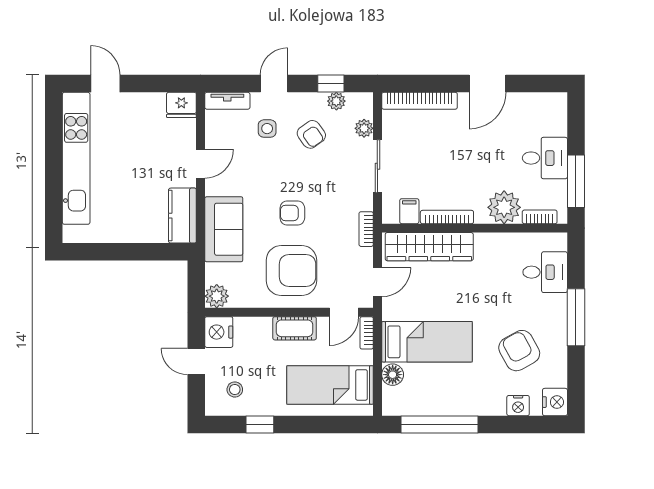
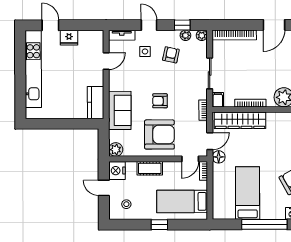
door: (274, 84) -> (149, 25), hinge flipped
fridge: (181, 105) -> (69, 38), moved
plant: (364, 128) -> (202, 35), moved
armchair: (311, 134) -> (171, 55), turned -133
door: (201, 164) -> (106, 61), moved
filing cabinet: (409, 211) -> (218, 100), moved
cot: (295, 328) -> (150, 168), moved
bed: (427, 342) -> (248, 193), moved, turned -90
floor lamp: (393, 375) -> (219, 157), moved
window: (260, 424) -> (159, 225), moved
window: (439, 424) -> (264, 224), moved

